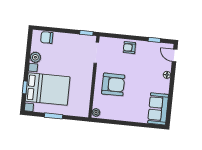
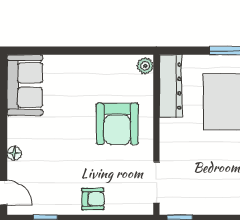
armchair: (113, 84) -> (117, 124), turned -90
dresser: (84, 101) -> (171, 86), added

